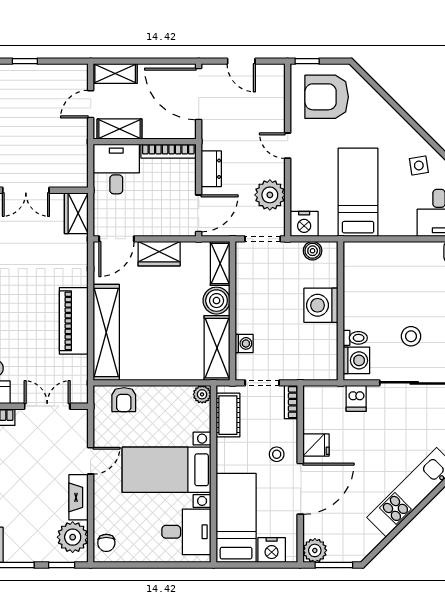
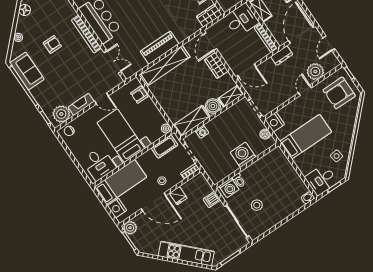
armchair: (327, 97) -> (339, 93), turned -90
dresser: (211, 169) -> (282, 56), moved
plant: (270, 195) -> (315, 72), moved
door: (117, 239) -> (210, 42), hinge flipped

